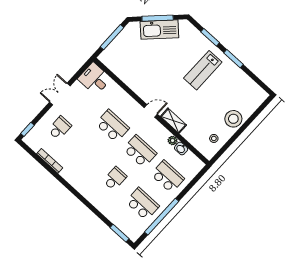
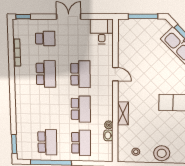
door: (151, 111) -> (115, 74), moved
school desk: (115, 179) -> (46, 74), moved, width x1.85

